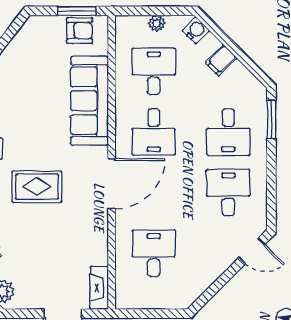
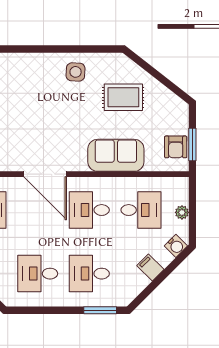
sofa: (89, 101) -> (116, 155), width x0.73
rug: (37, 187) -> (123, 97), moved, turned 90
desk: (228, 193) -> (38, 274), turned 180

